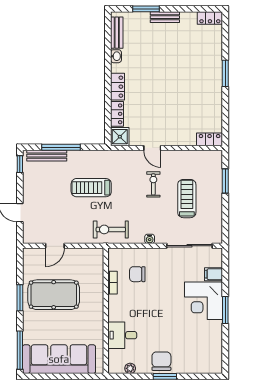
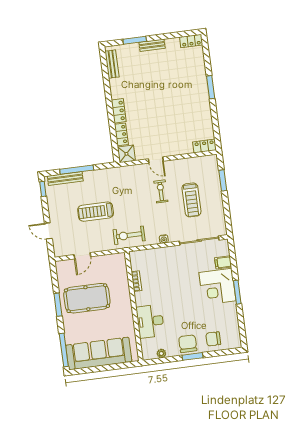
washbasin: (116, 56) -> (114, 85), removed
treadmill: (91, 188) -> (96, 212), moved
treadmill: (187, 199) -> (191, 200), turned 180
chair: (137, 274) -> (213, 339), moved
desk: (122, 335) -> (150, 321), width x1.37

